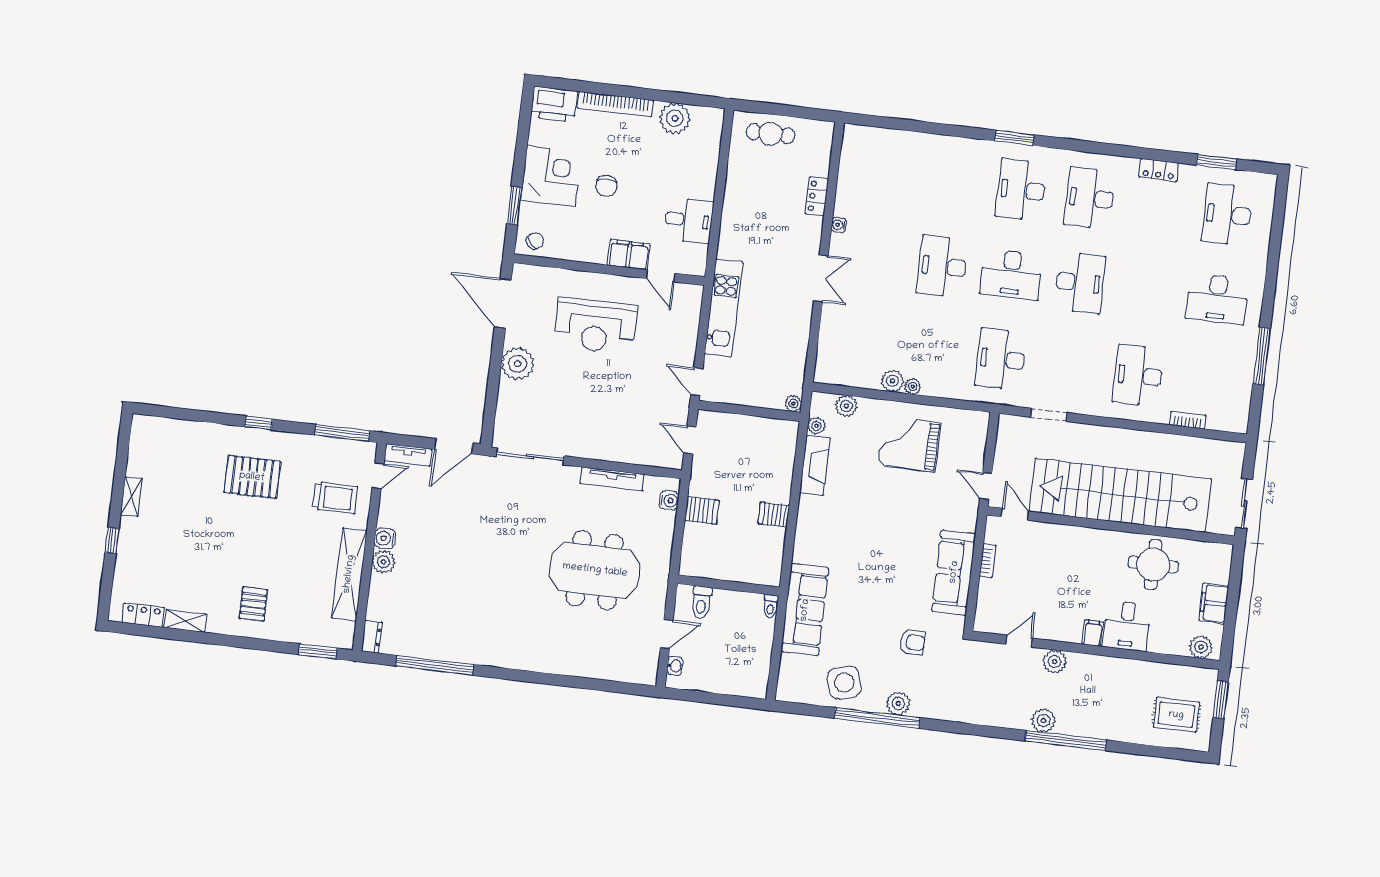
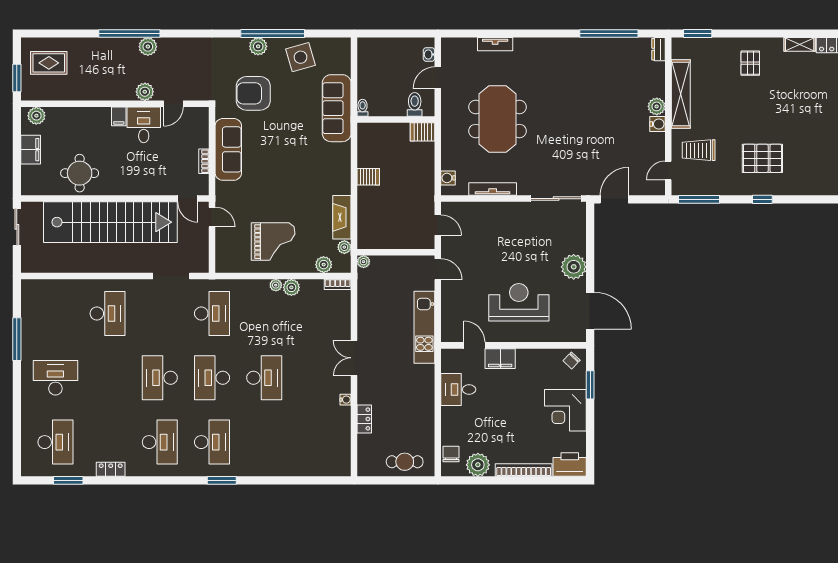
chair: (606, 186) -> (451, 454), moved
desk: (1011, 274) -> (212, 378), turned -90
doorway: (1049, 415) -> (171, 276), width x1.38
bookcase: (1188, 420) -> (338, 284), moved
tv unit: (408, 455) -> (495, 44), moved, turned 180
server rack: (702, 510) -> (422, 132), moved
meeting table: (595, 570) -> (498, 119), turned 90
desk: (1127, 626) -> (144, 125), moved
armchair: (912, 642) -> (253, 93), width x1.88, depth x1.88

